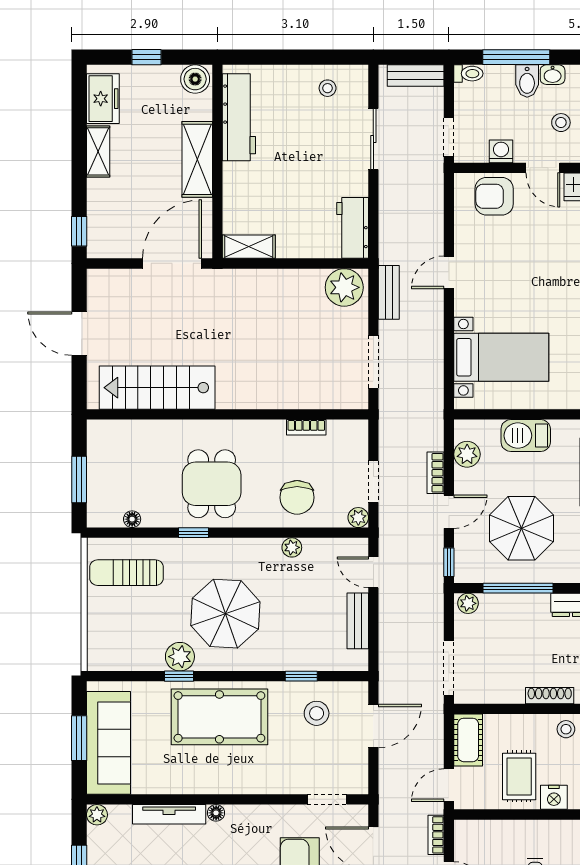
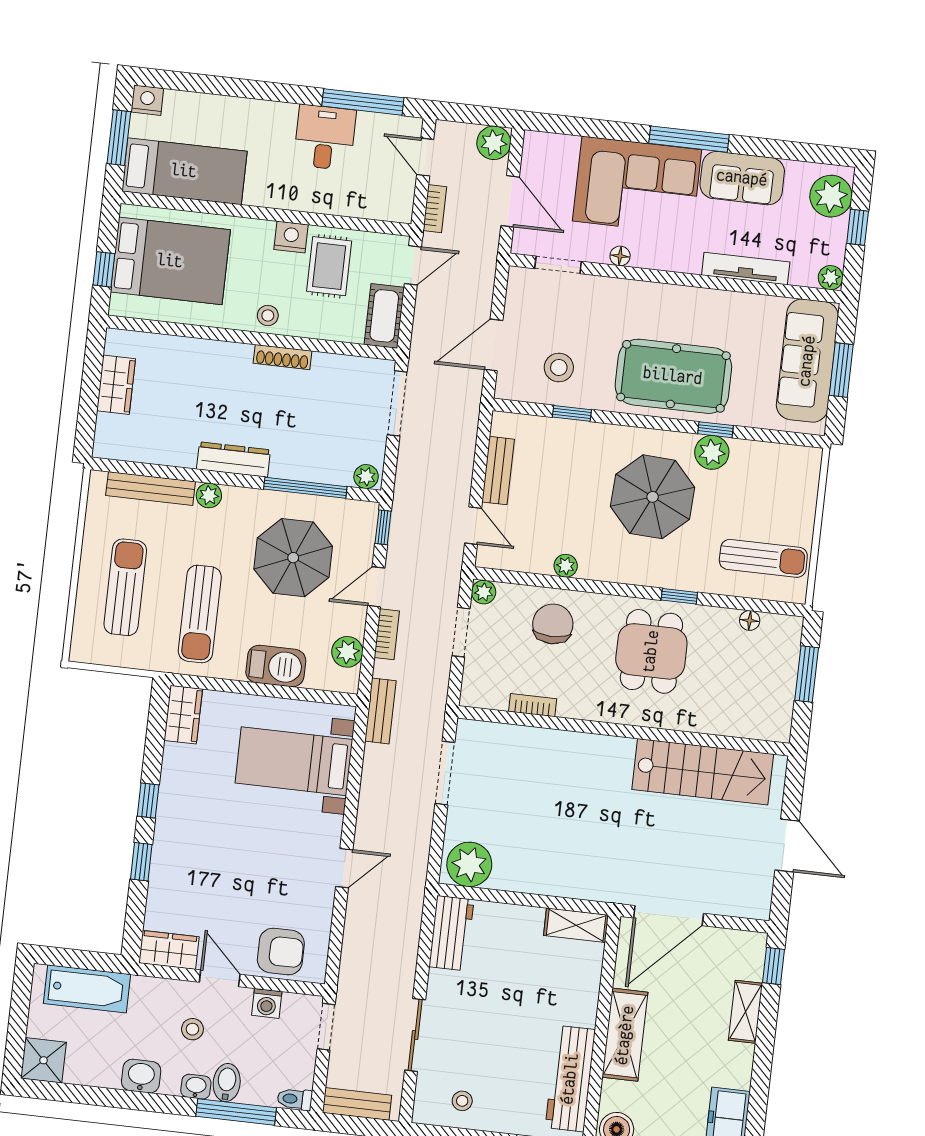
shelving: (98, 151) -> (745, 1012), moved
bench: (389, 292) -> (380, 711), moved
floor lamp: (216, 813) -> (620, 256), moved

